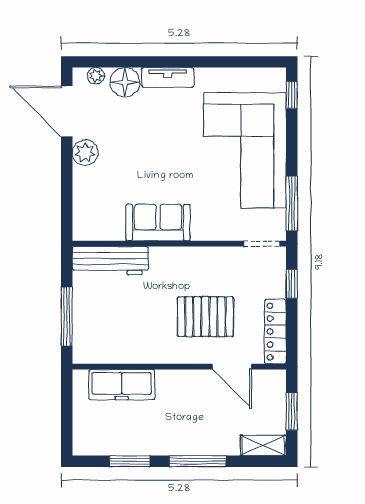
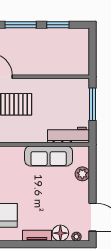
plant: (85, 153) -> (82, 174), moved
sofa: (158, 223) -> (49, 156), width x1.36
freezer: (122, 385) -> (62, 67), removed

